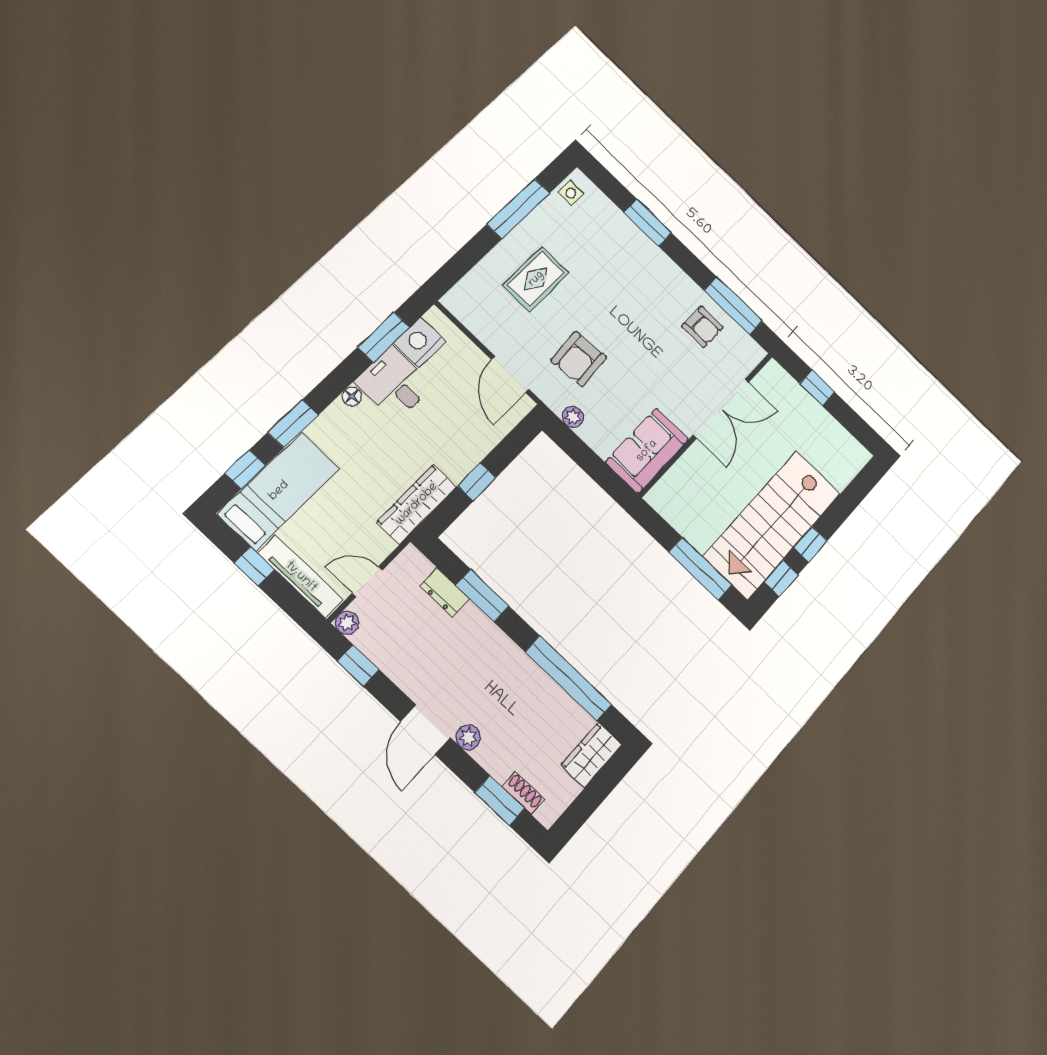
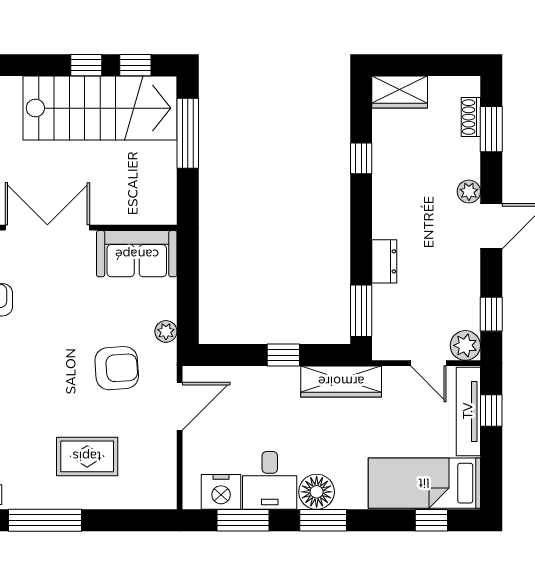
floor lamp: (352, 396) -> (317, 492), width x1.89, depth x1.89
window: (293, 424) -> (323, 520), moved
window: (254, 566) -> (491, 411), moved
dresser: (445, 592) -> (384, 261), moved
window: (482, 596) -> (361, 311), moved
plant: (347, 623) -> (465, 345), width x1.38, depth x1.38
window: (568, 678) -> (361, 158), width x0.32

